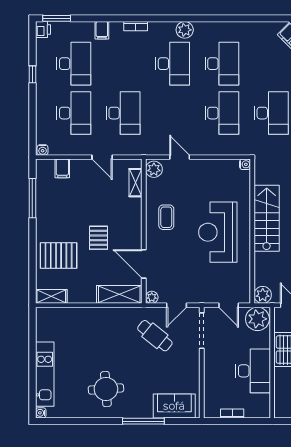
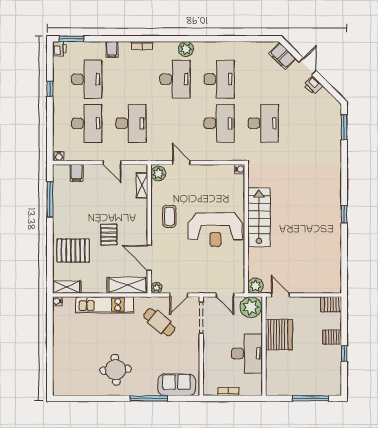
reception desk: (218, 232) -> (215, 230), turned -90
kitchen unit: (45, 374) -> (105, 305), moved, turned 90
water cooler: (41, 413) -> (57, 301), moved

